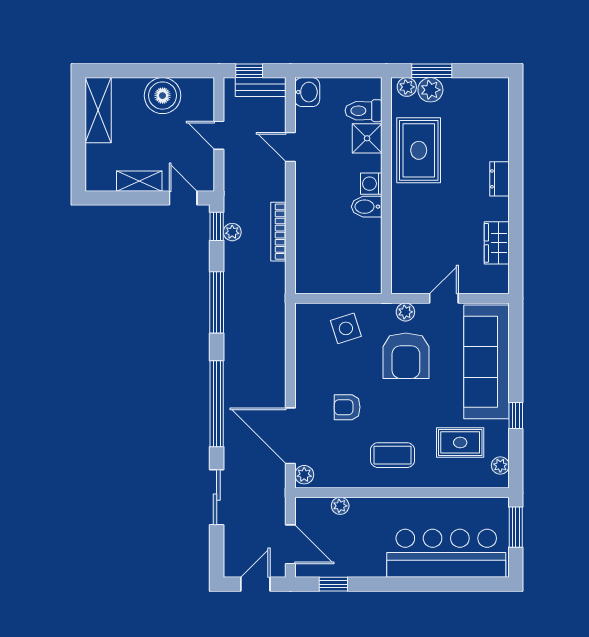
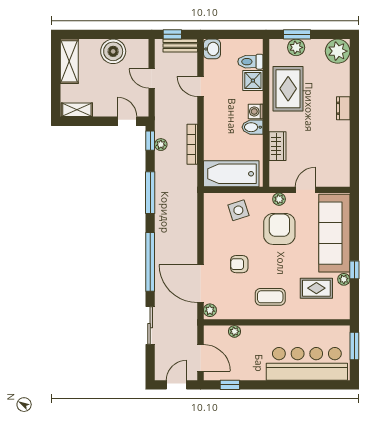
plant: (407, 87) -> (338, 51), moved, width x1.87, depth x1.87
shelving: (139, 181) -> (77, 110), moved
wardrobe: (497, 243) -> (277, 146), moved, turned 180
bathtub: (335, 275) -> (231, 174), added
armchair: (406, 356) -> (279, 229), turned 180
plant: (500, 465) -> (344, 279), moved

